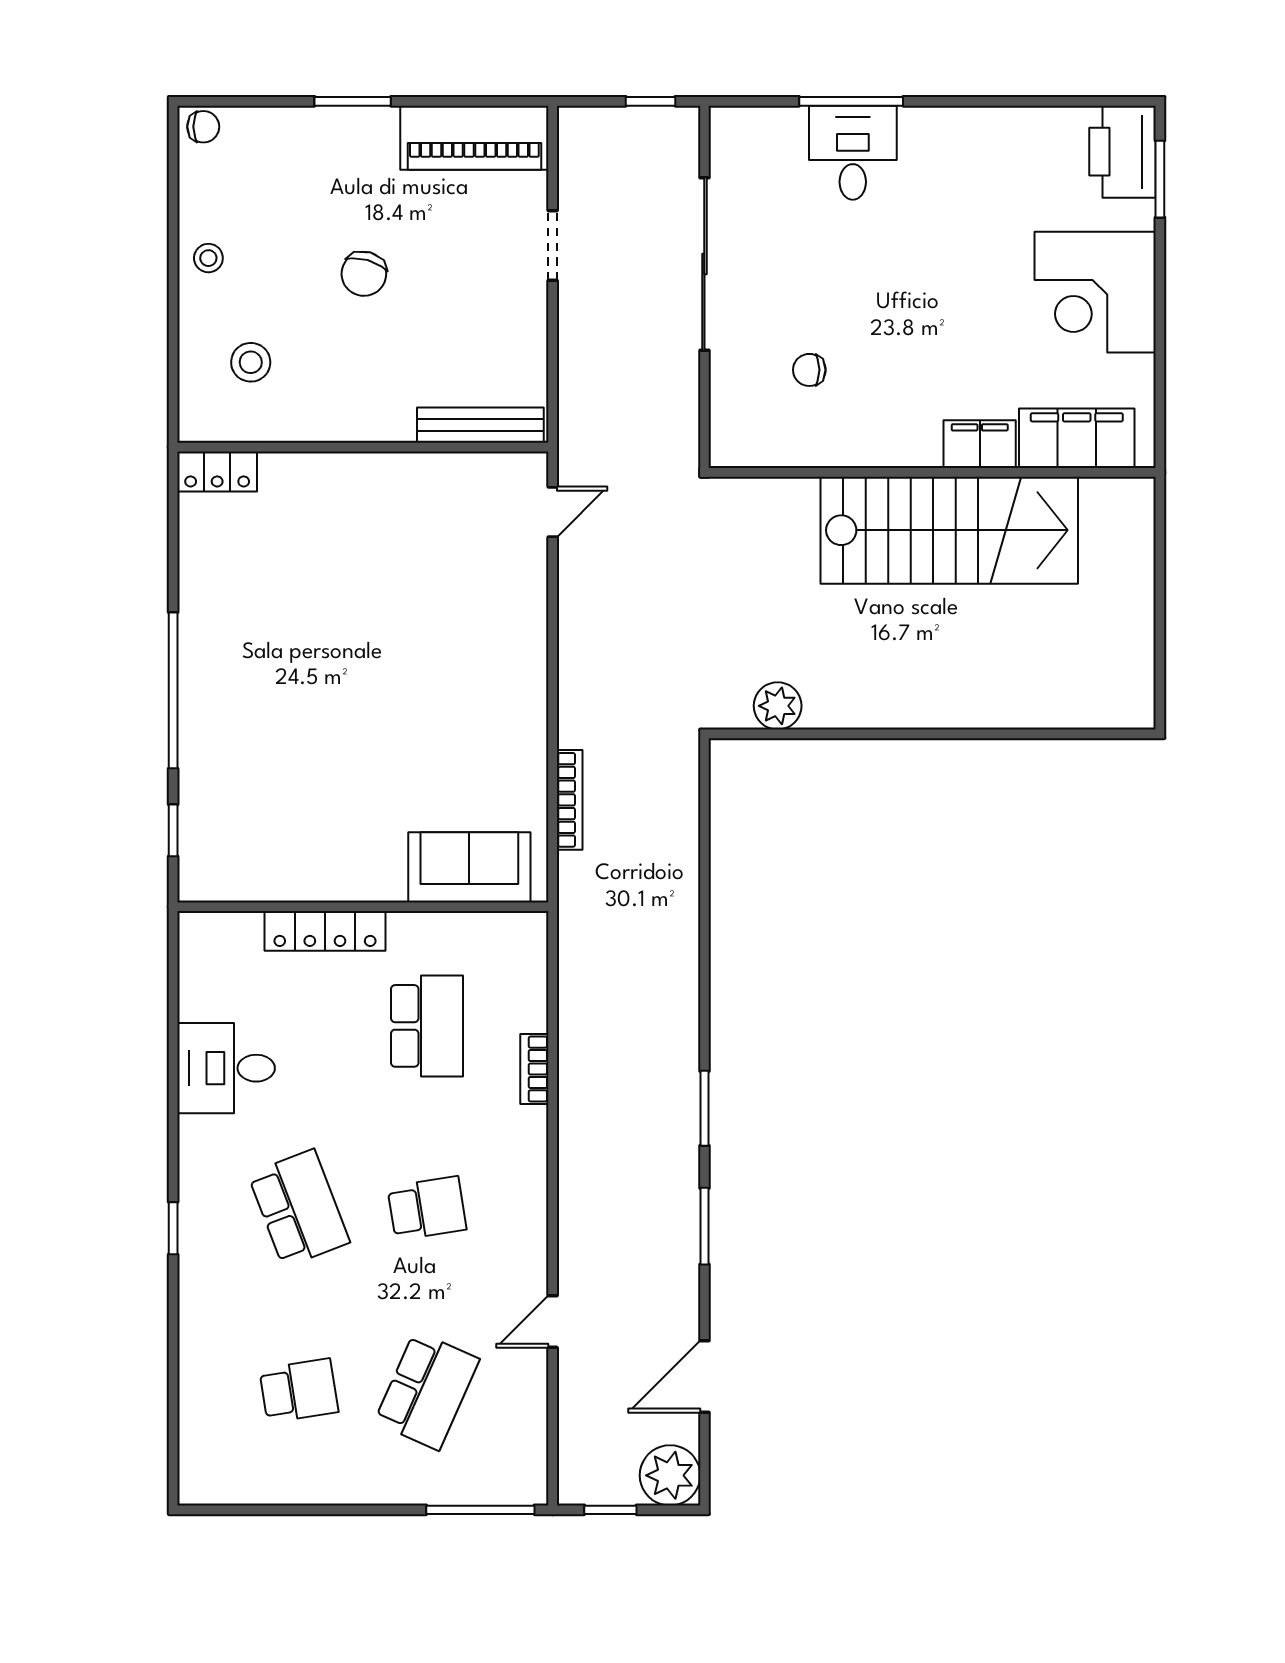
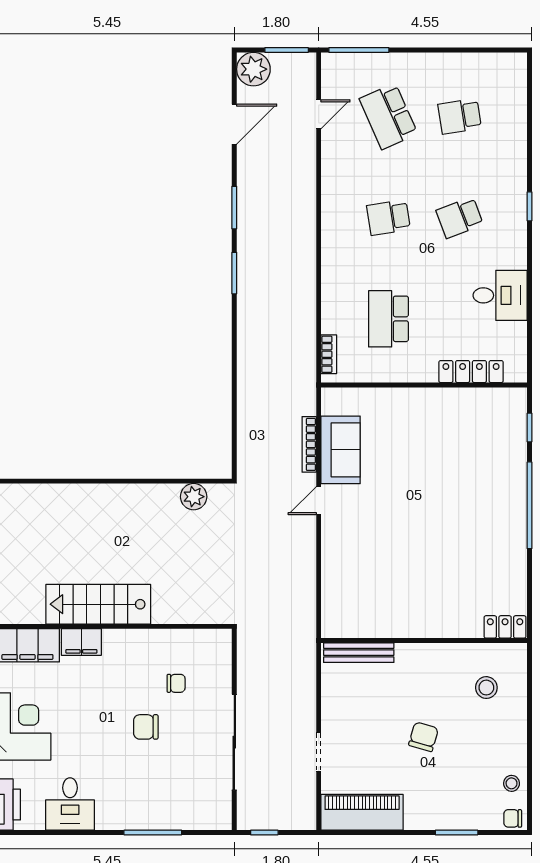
window: (353, 101) -> (457, 833), moved
desk: (853, 153) -> (70, 804), moved
stool: (208, 258) -> (512, 783), moved
chair: (864, 291) -> (146, 727), added
door: (553, 512) -> (319, 501), moved
stairs: (949, 530) -> (98, 604), width x0.73, depth x0.66
sofa: (469, 867) -> (341, 450), moved, turned -90
locker: (325, 931) -> (471, 372), moved
bookcase: (534, 1069) -> (329, 354), moved
school desk: (299, 1208) -> (460, 218), width x0.54
door: (553, 1322) -> (319, 114), moved
school desk: (427, 1391) -> (388, 116), turned -48
window: (610, 1510) -> (287, 50), width x1.50

